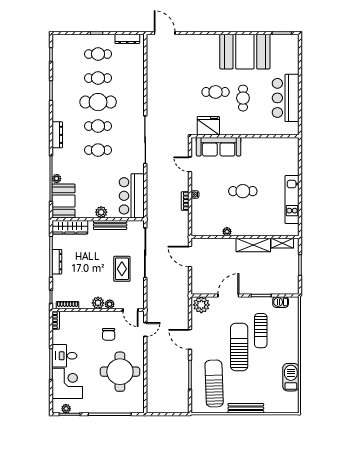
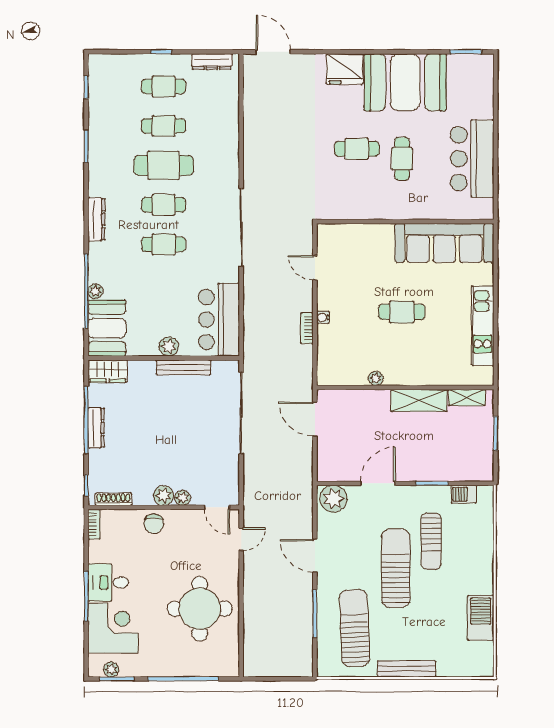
fridge: (208, 126) -> (345, 69), moved, turned 180
sofa: (219, 147) -> (444, 243), moved, width x1.36, depth x1.27
wardrobe: (70, 227) -> (108, 371), width x0.67
rug: (122, 269) -> (203, 440), removed
chair: (109, 334) -> (154, 524), moved

